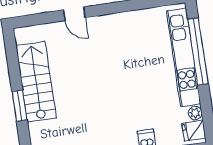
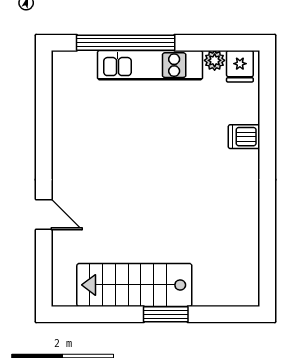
door: (74, 14) -> (44, 215), hinge flipped
kitchen unit: (184, 57) -> (150, 65), width x0.73

